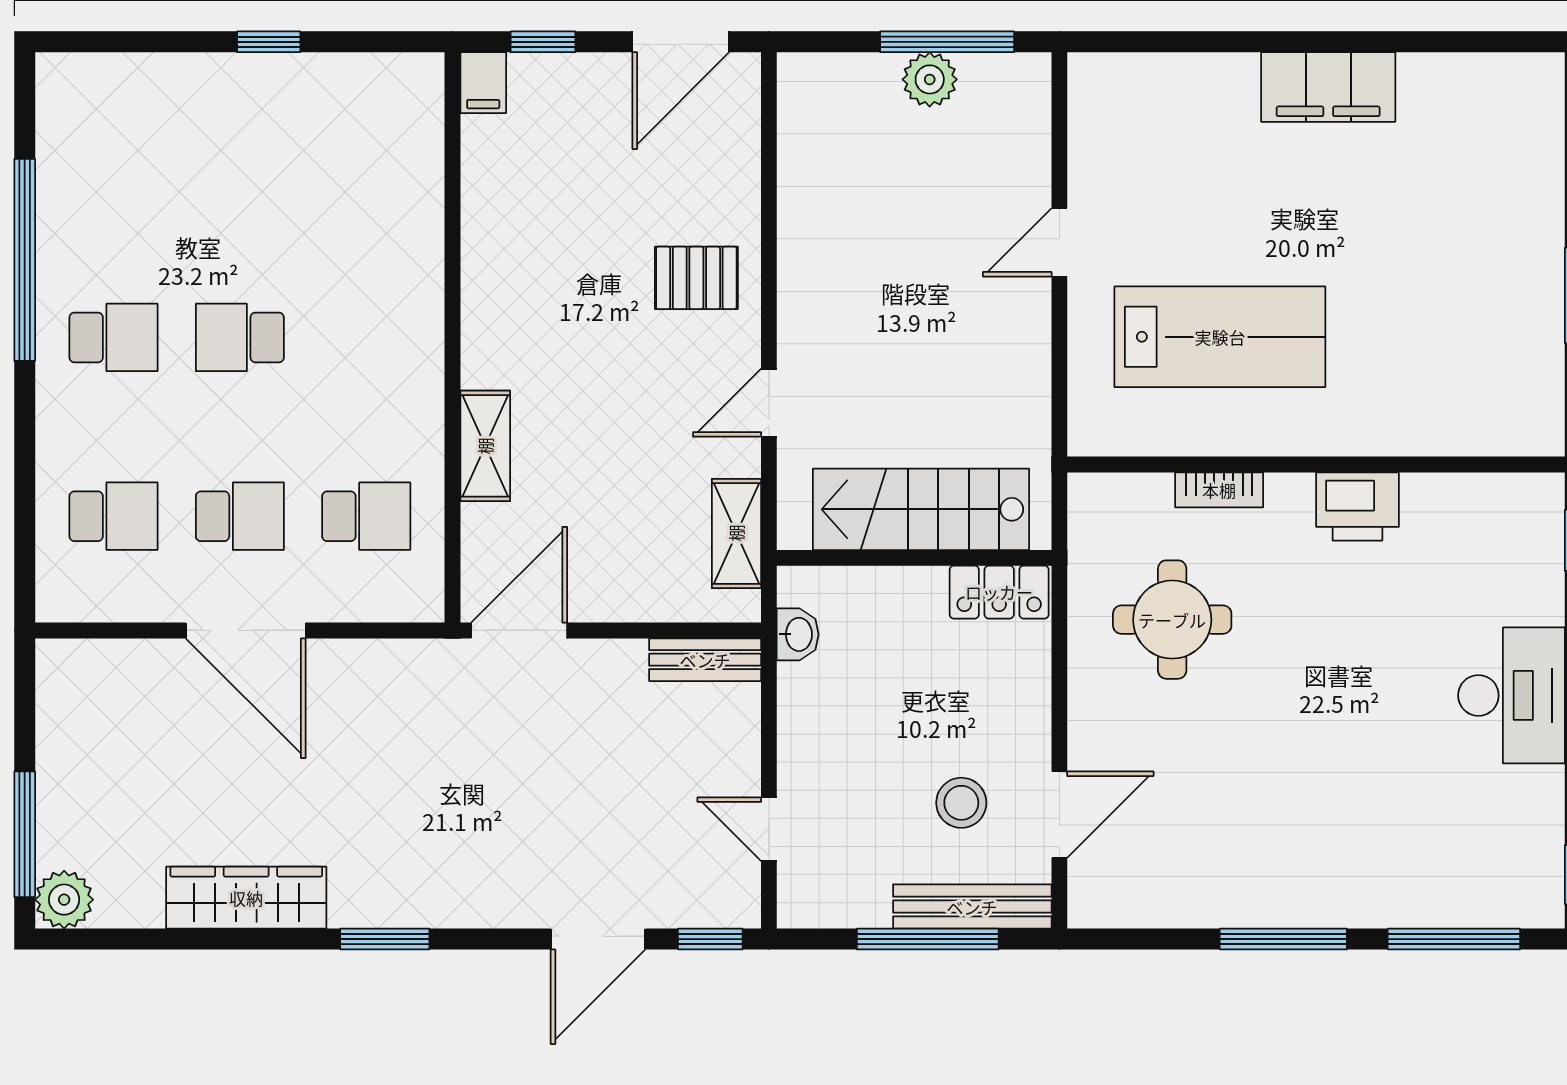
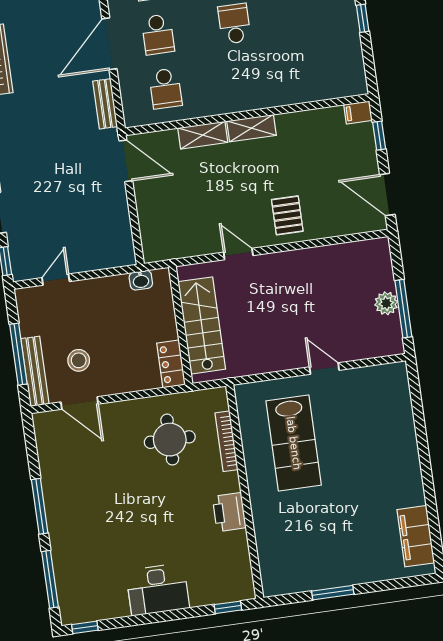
filing cabinet: (1328, 87) -> (416, 536), moved
bookcase: (1219, 490) -> (227, 441), width x1.56
shelving: (736, 533) -> (252, 128), moved
bench: (705, 660) -> (105, 104), moved

